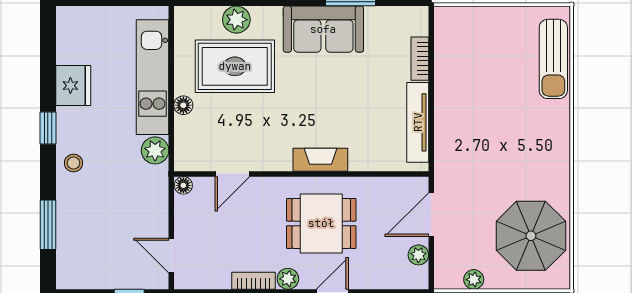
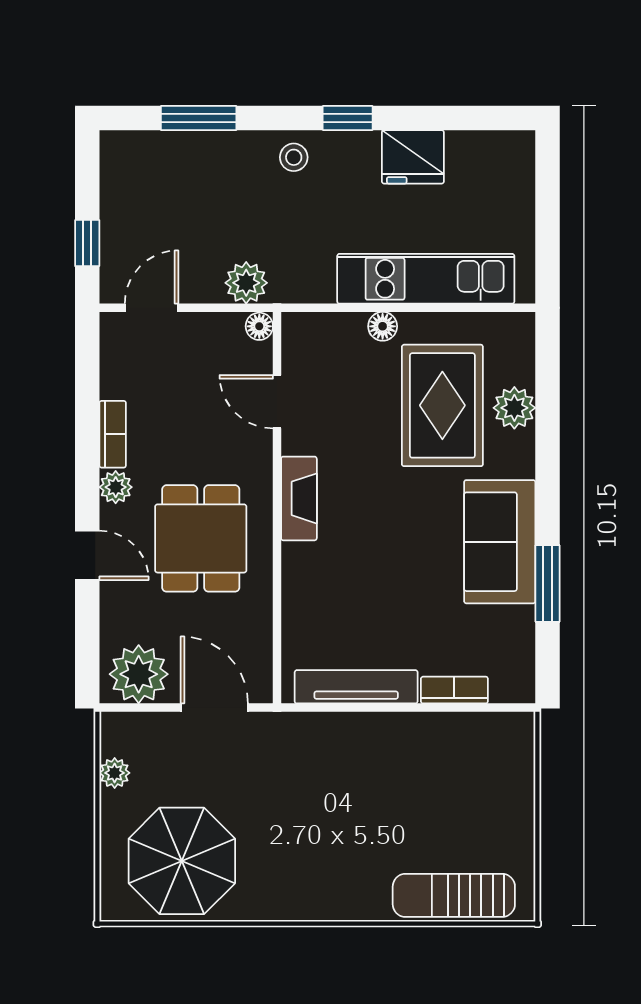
plant: (155, 150) -> (246, 283), moved
fireplace: (320, 160) -> (299, 498), moved
plant: (418, 255) -> (139, 674), width x1.88, depth x1.88

